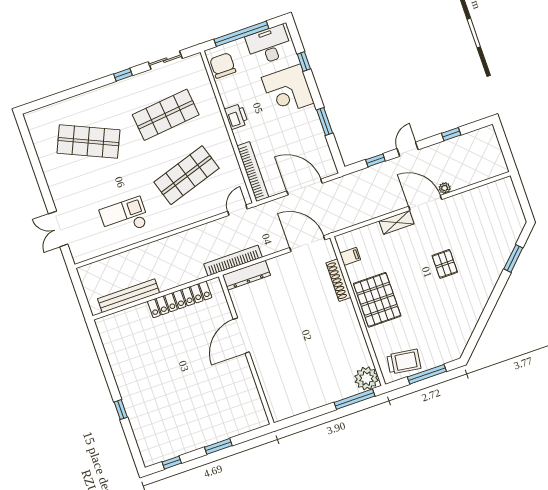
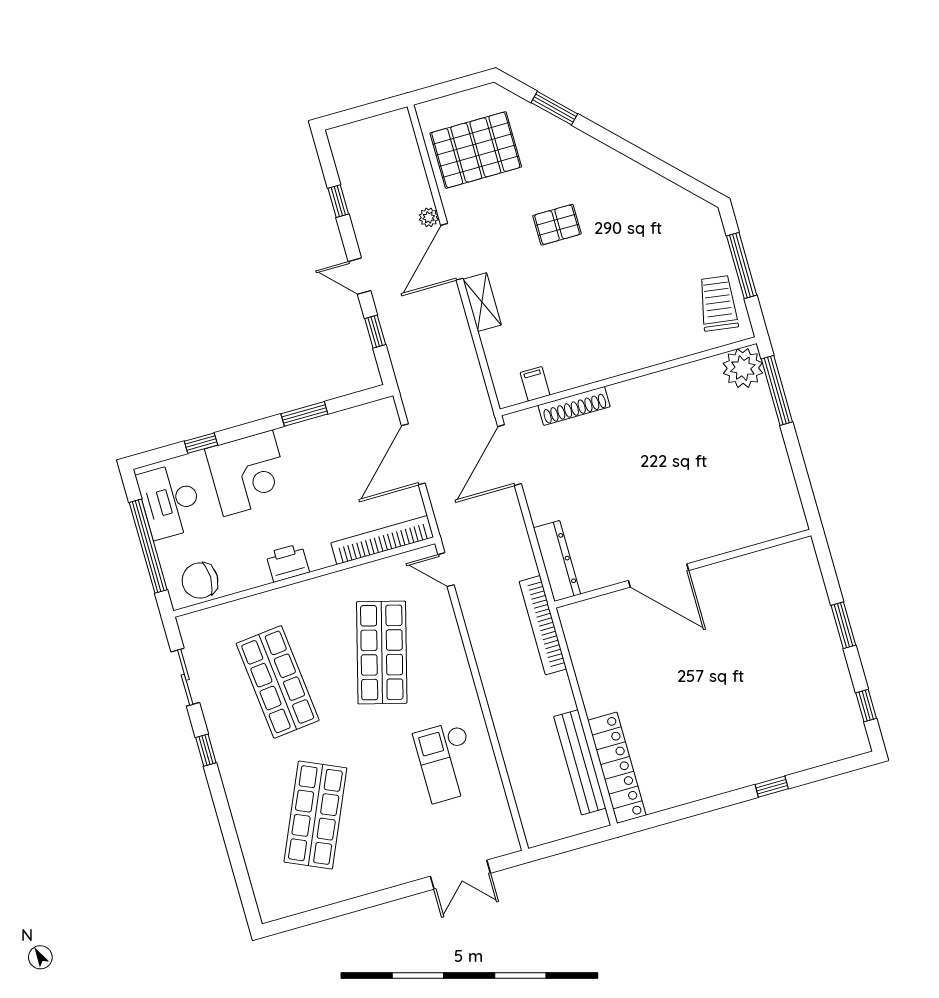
shop shelf: (187, 175) -> (382, 652), turned 33
bookcase: (233, 261) -> (543, 625), moved
locker: (180, 299) -> (617, 768), moved
pallet: (377, 300) -> (476, 150), moved

